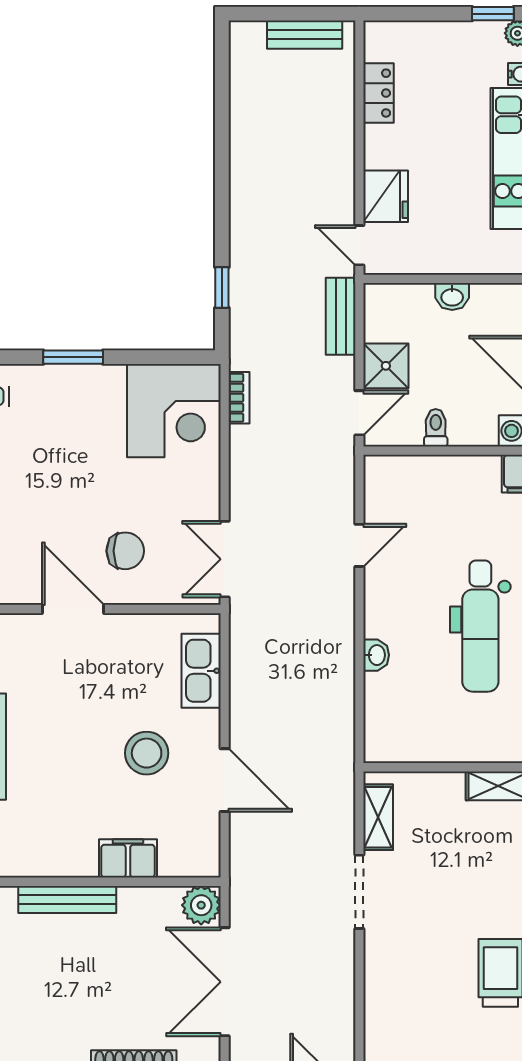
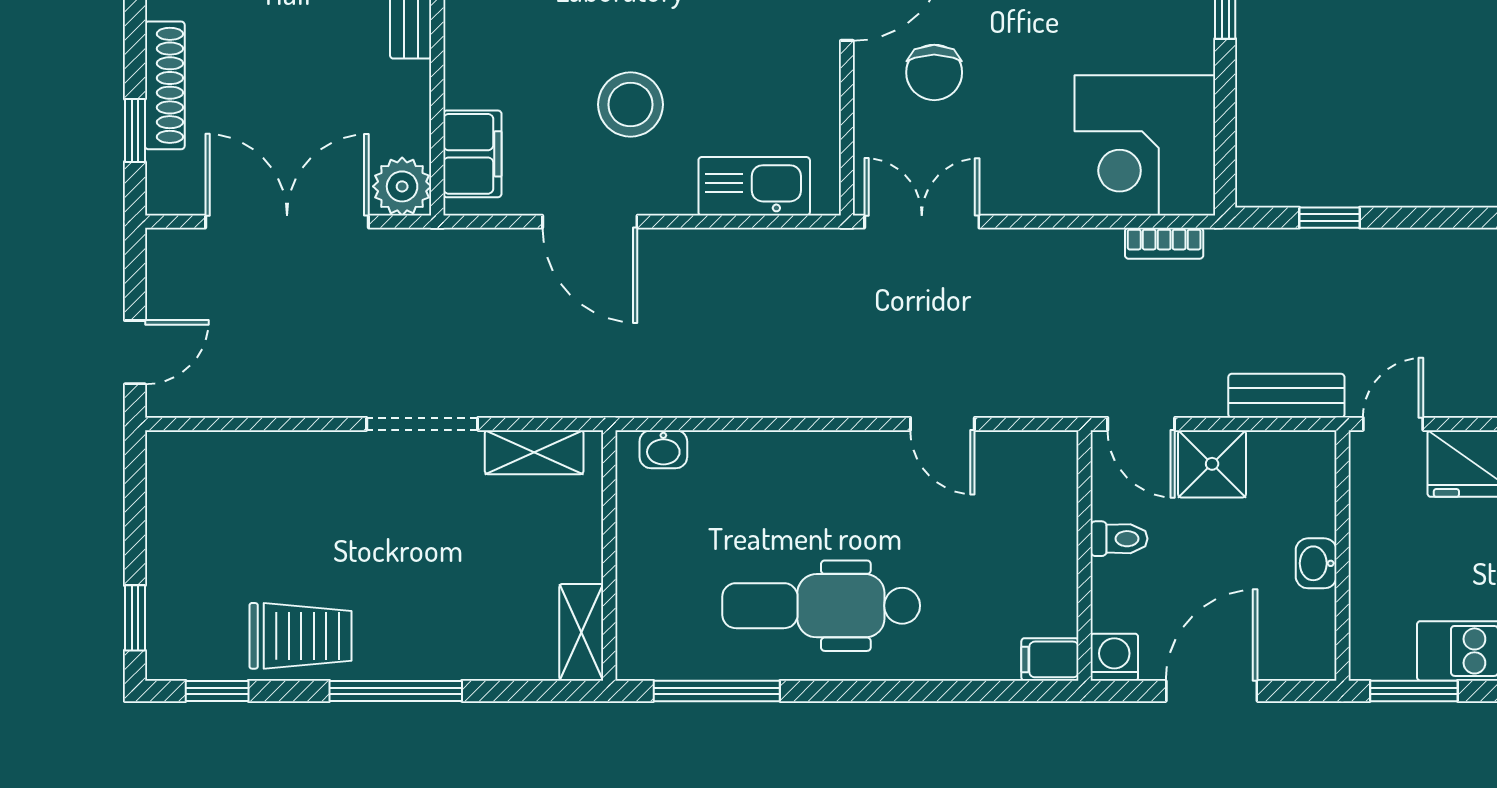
washbasin: (376, 655) -> (663, 449), moved
door: (225, 780) -> (590, 222), hinge flipped
filing cabinet: (128, 858) -> (472, 154), moved

